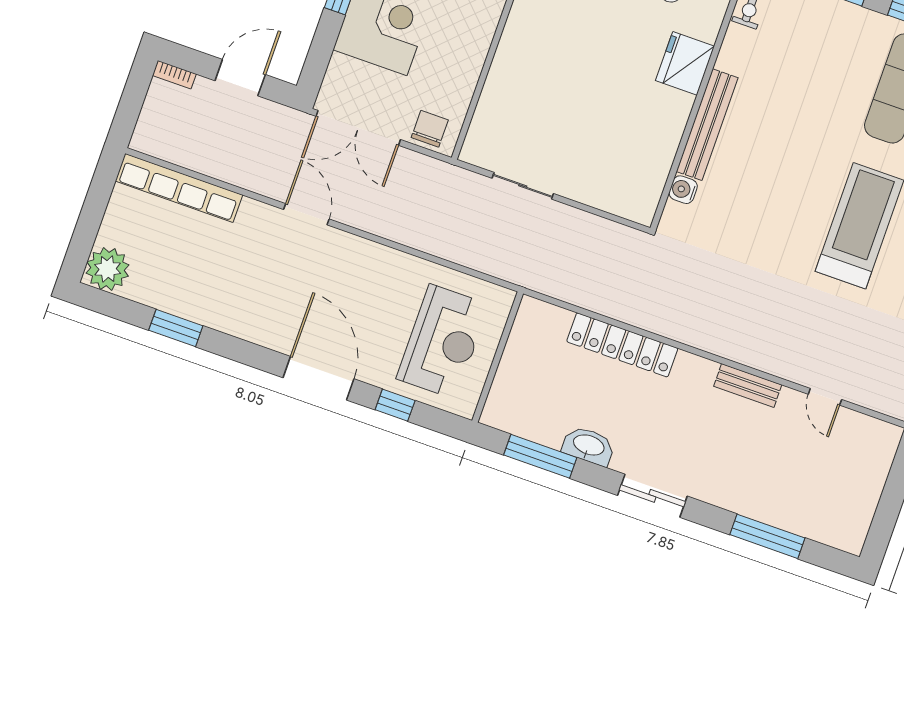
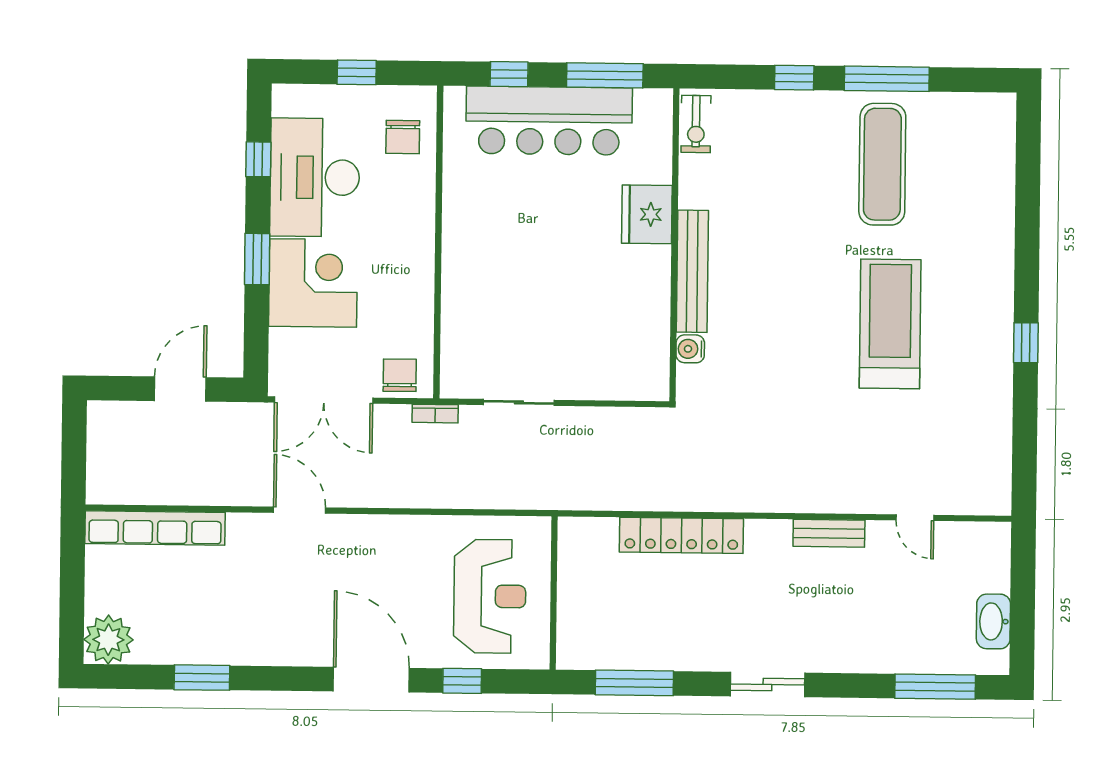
bookcase: (174, 75) -> (435, 414), moved
washbasin: (588, 446) -> (993, 621), moved, turned -90
window: (767, 536) -> (935, 687), moved

